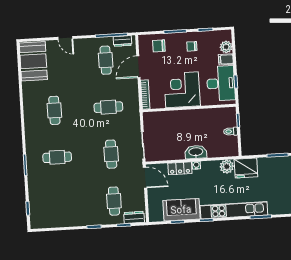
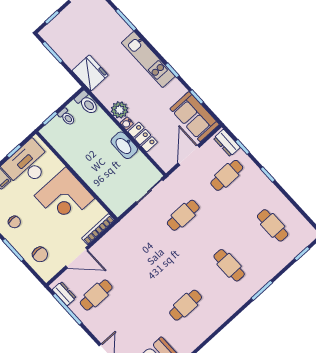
cafe table: (108, 107) -> (273, 225), moved
toilet: (229, 151) -> (87, 103), added
washbasin: (196, 152) -> (124, 145), moved
plant: (227, 167) -> (120, 110), moved
door: (145, 178) -> (189, 155), moved
sofa: (181, 210) -> (195, 117), moved
kitchen unit: (234, 210) -> (148, 60), width x0.73

